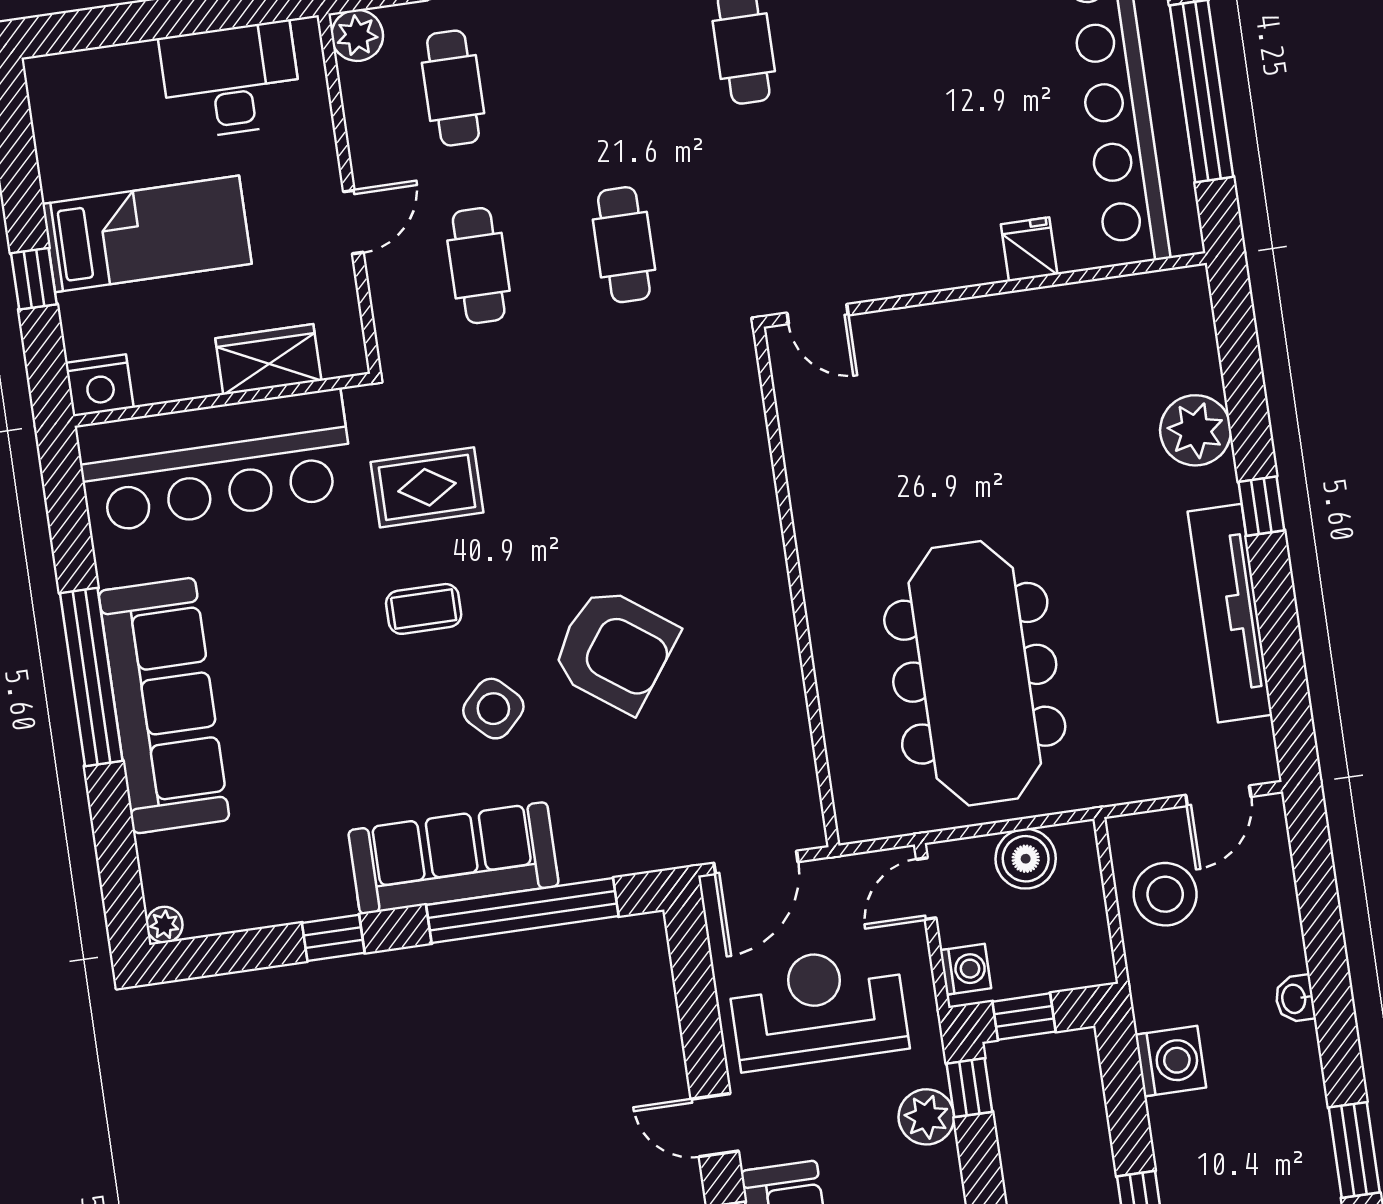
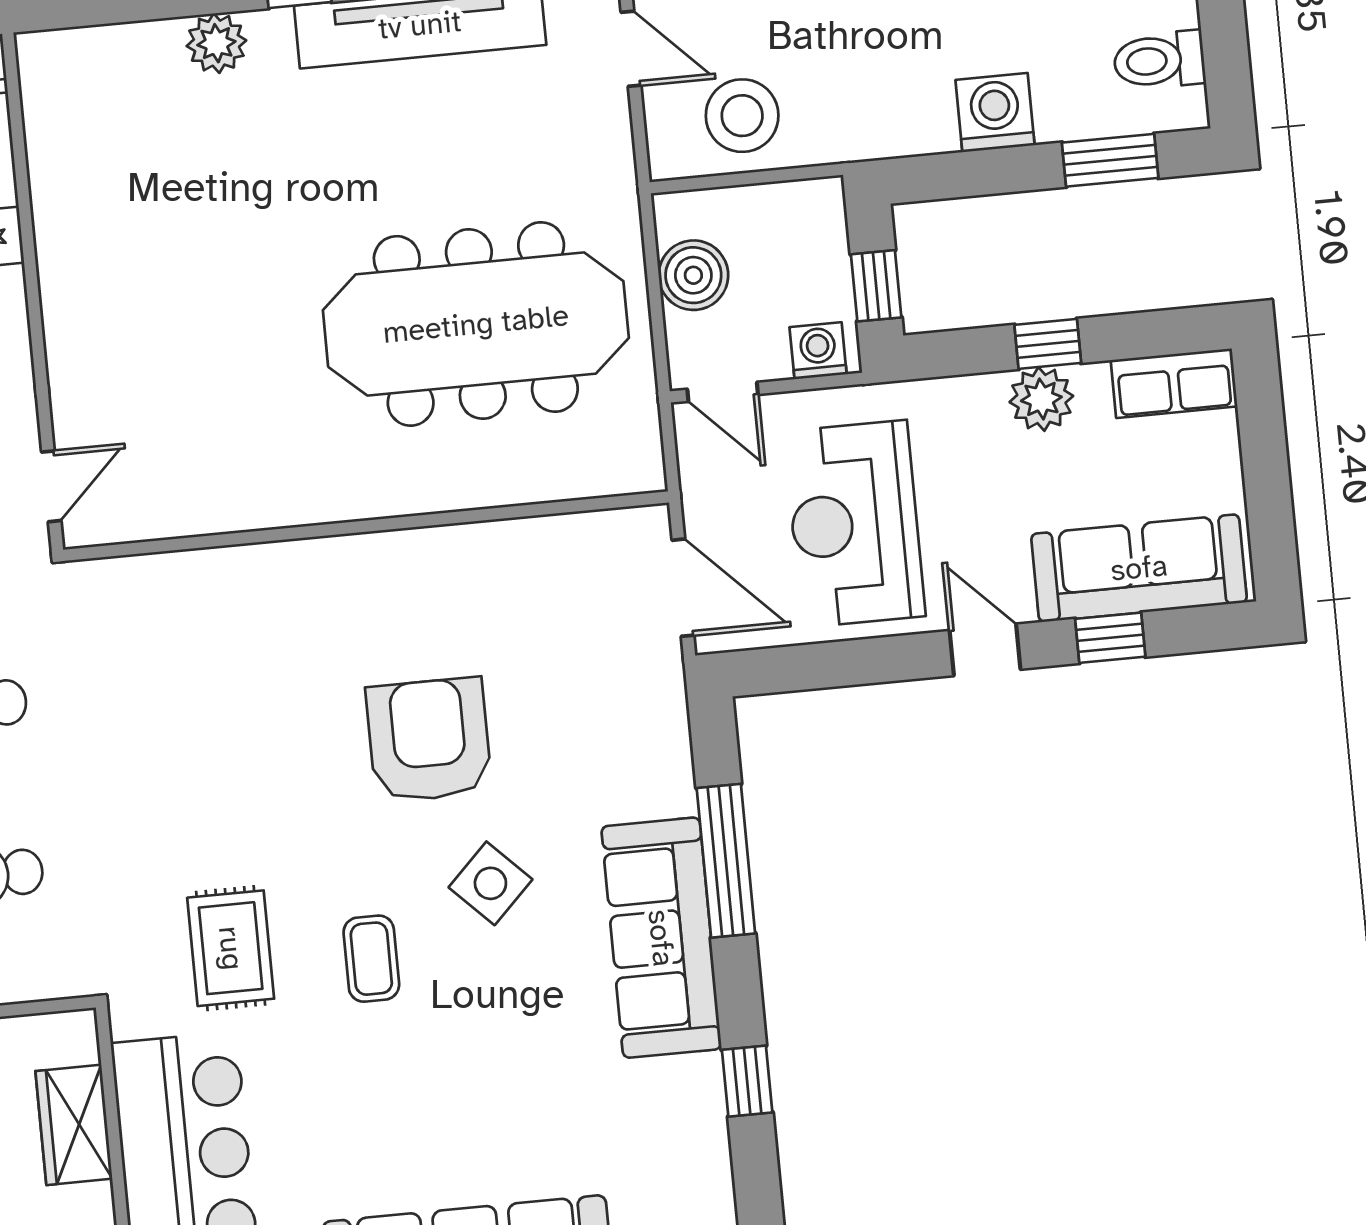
plant: (1196, 430) -> (216, 43), width x0.73, depth x0.73
armchair: (614, 650) -> (429, 740), turned -36
window: (522, 911) -> (726, 861), width x0.68
washing machine: (1171, 1061) -> (995, 113), moved
window: (969, 1088) -> (1048, 344), moved
plant: (926, 1117) -> (1041, 399), moved
door: (715, 1125) -> (985, 650), swing flipped

